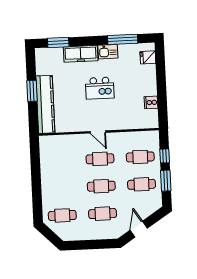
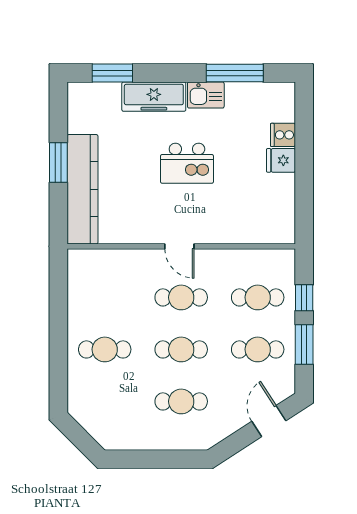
fridge: (148, 57) -> (281, 160), moved
cooker: (151, 102) -> (283, 135), moved
cafe table: (62, 215) -> (105, 349), moved
door: (139, 229) -> (269, 421), moved

